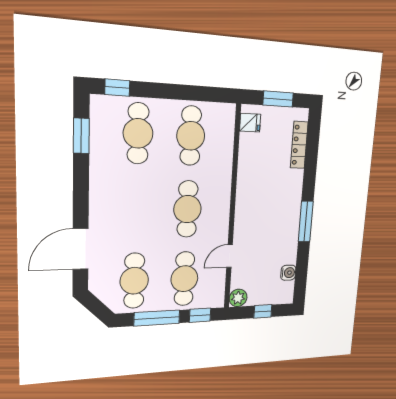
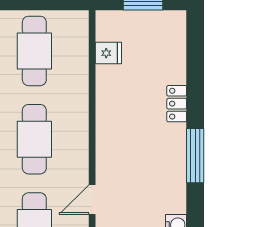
fridge: (250, 123) -> (108, 53), moved
locker: (299, 145) -> (177, 104), moved, width x0.66

